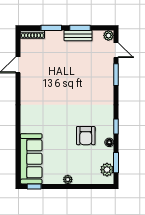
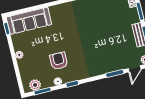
armchair: (86, 136) -> (59, 61), turned 90

